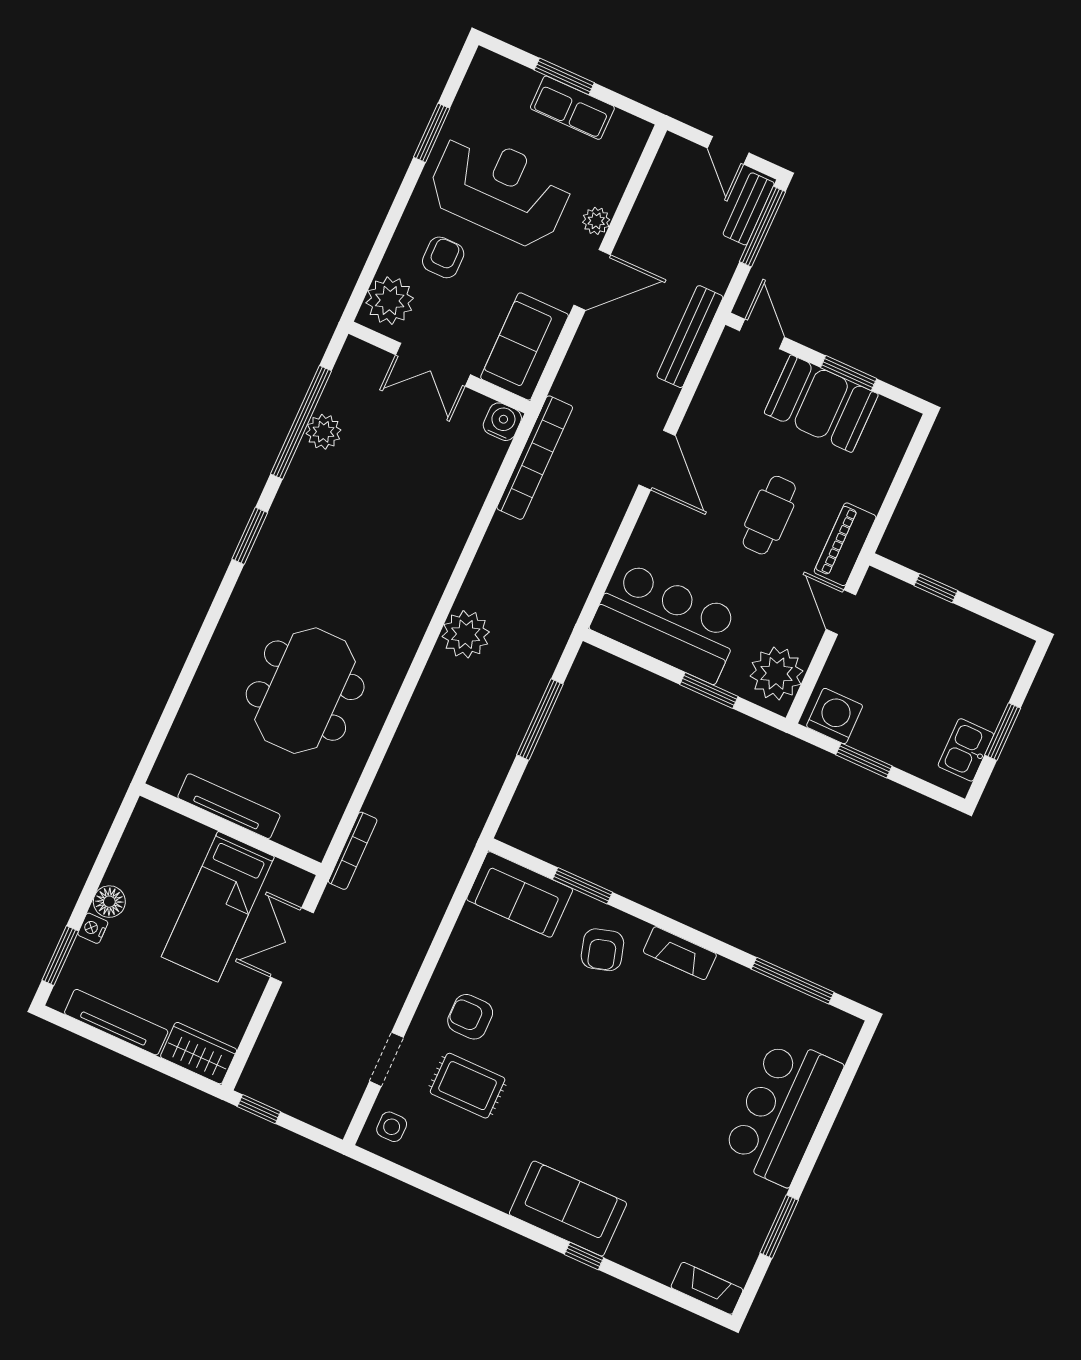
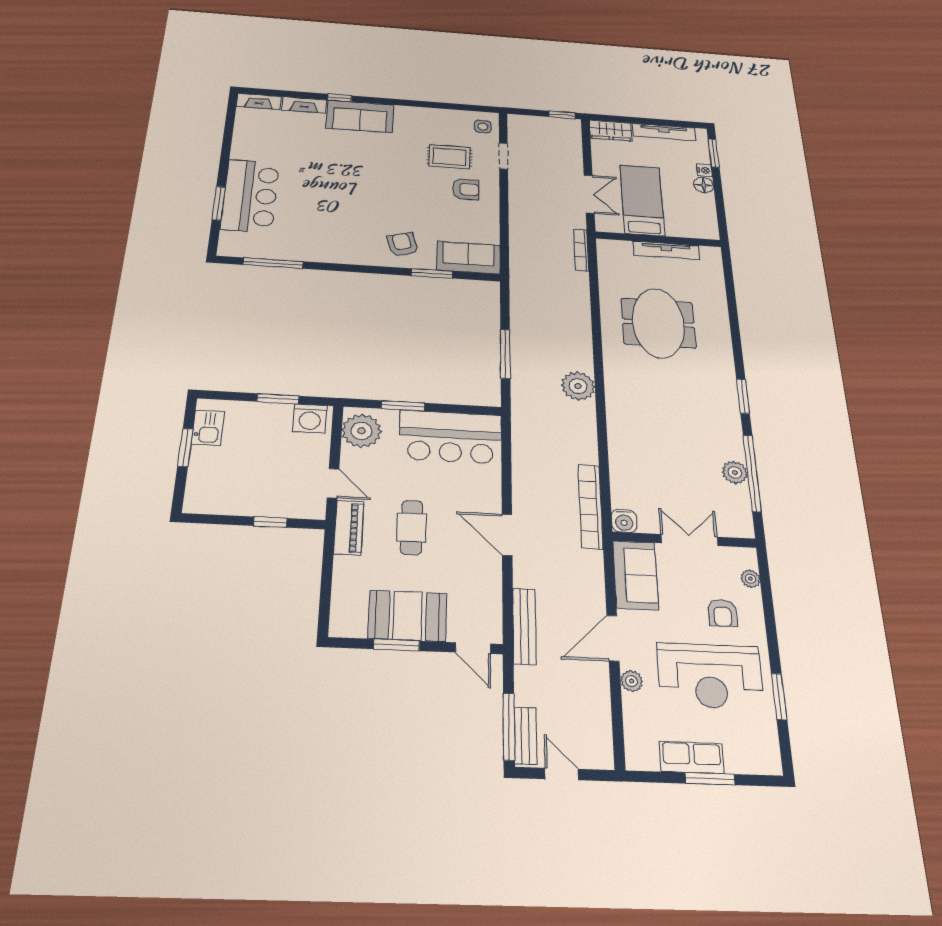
plant: (390, 301) -> (750, 579), width x0.53, depth x0.53
fireplace: (680, 953) -> (304, 105), moved, turned 180
window: (779, 1227) -> (219, 203), moved

